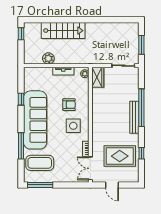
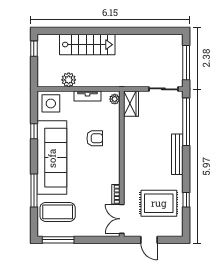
window: (141, 45) -> (186, 63), width x1.44
window: (141, 108) -> (186, 122), moved
side table: (73, 126) -> (51, 103), moved

